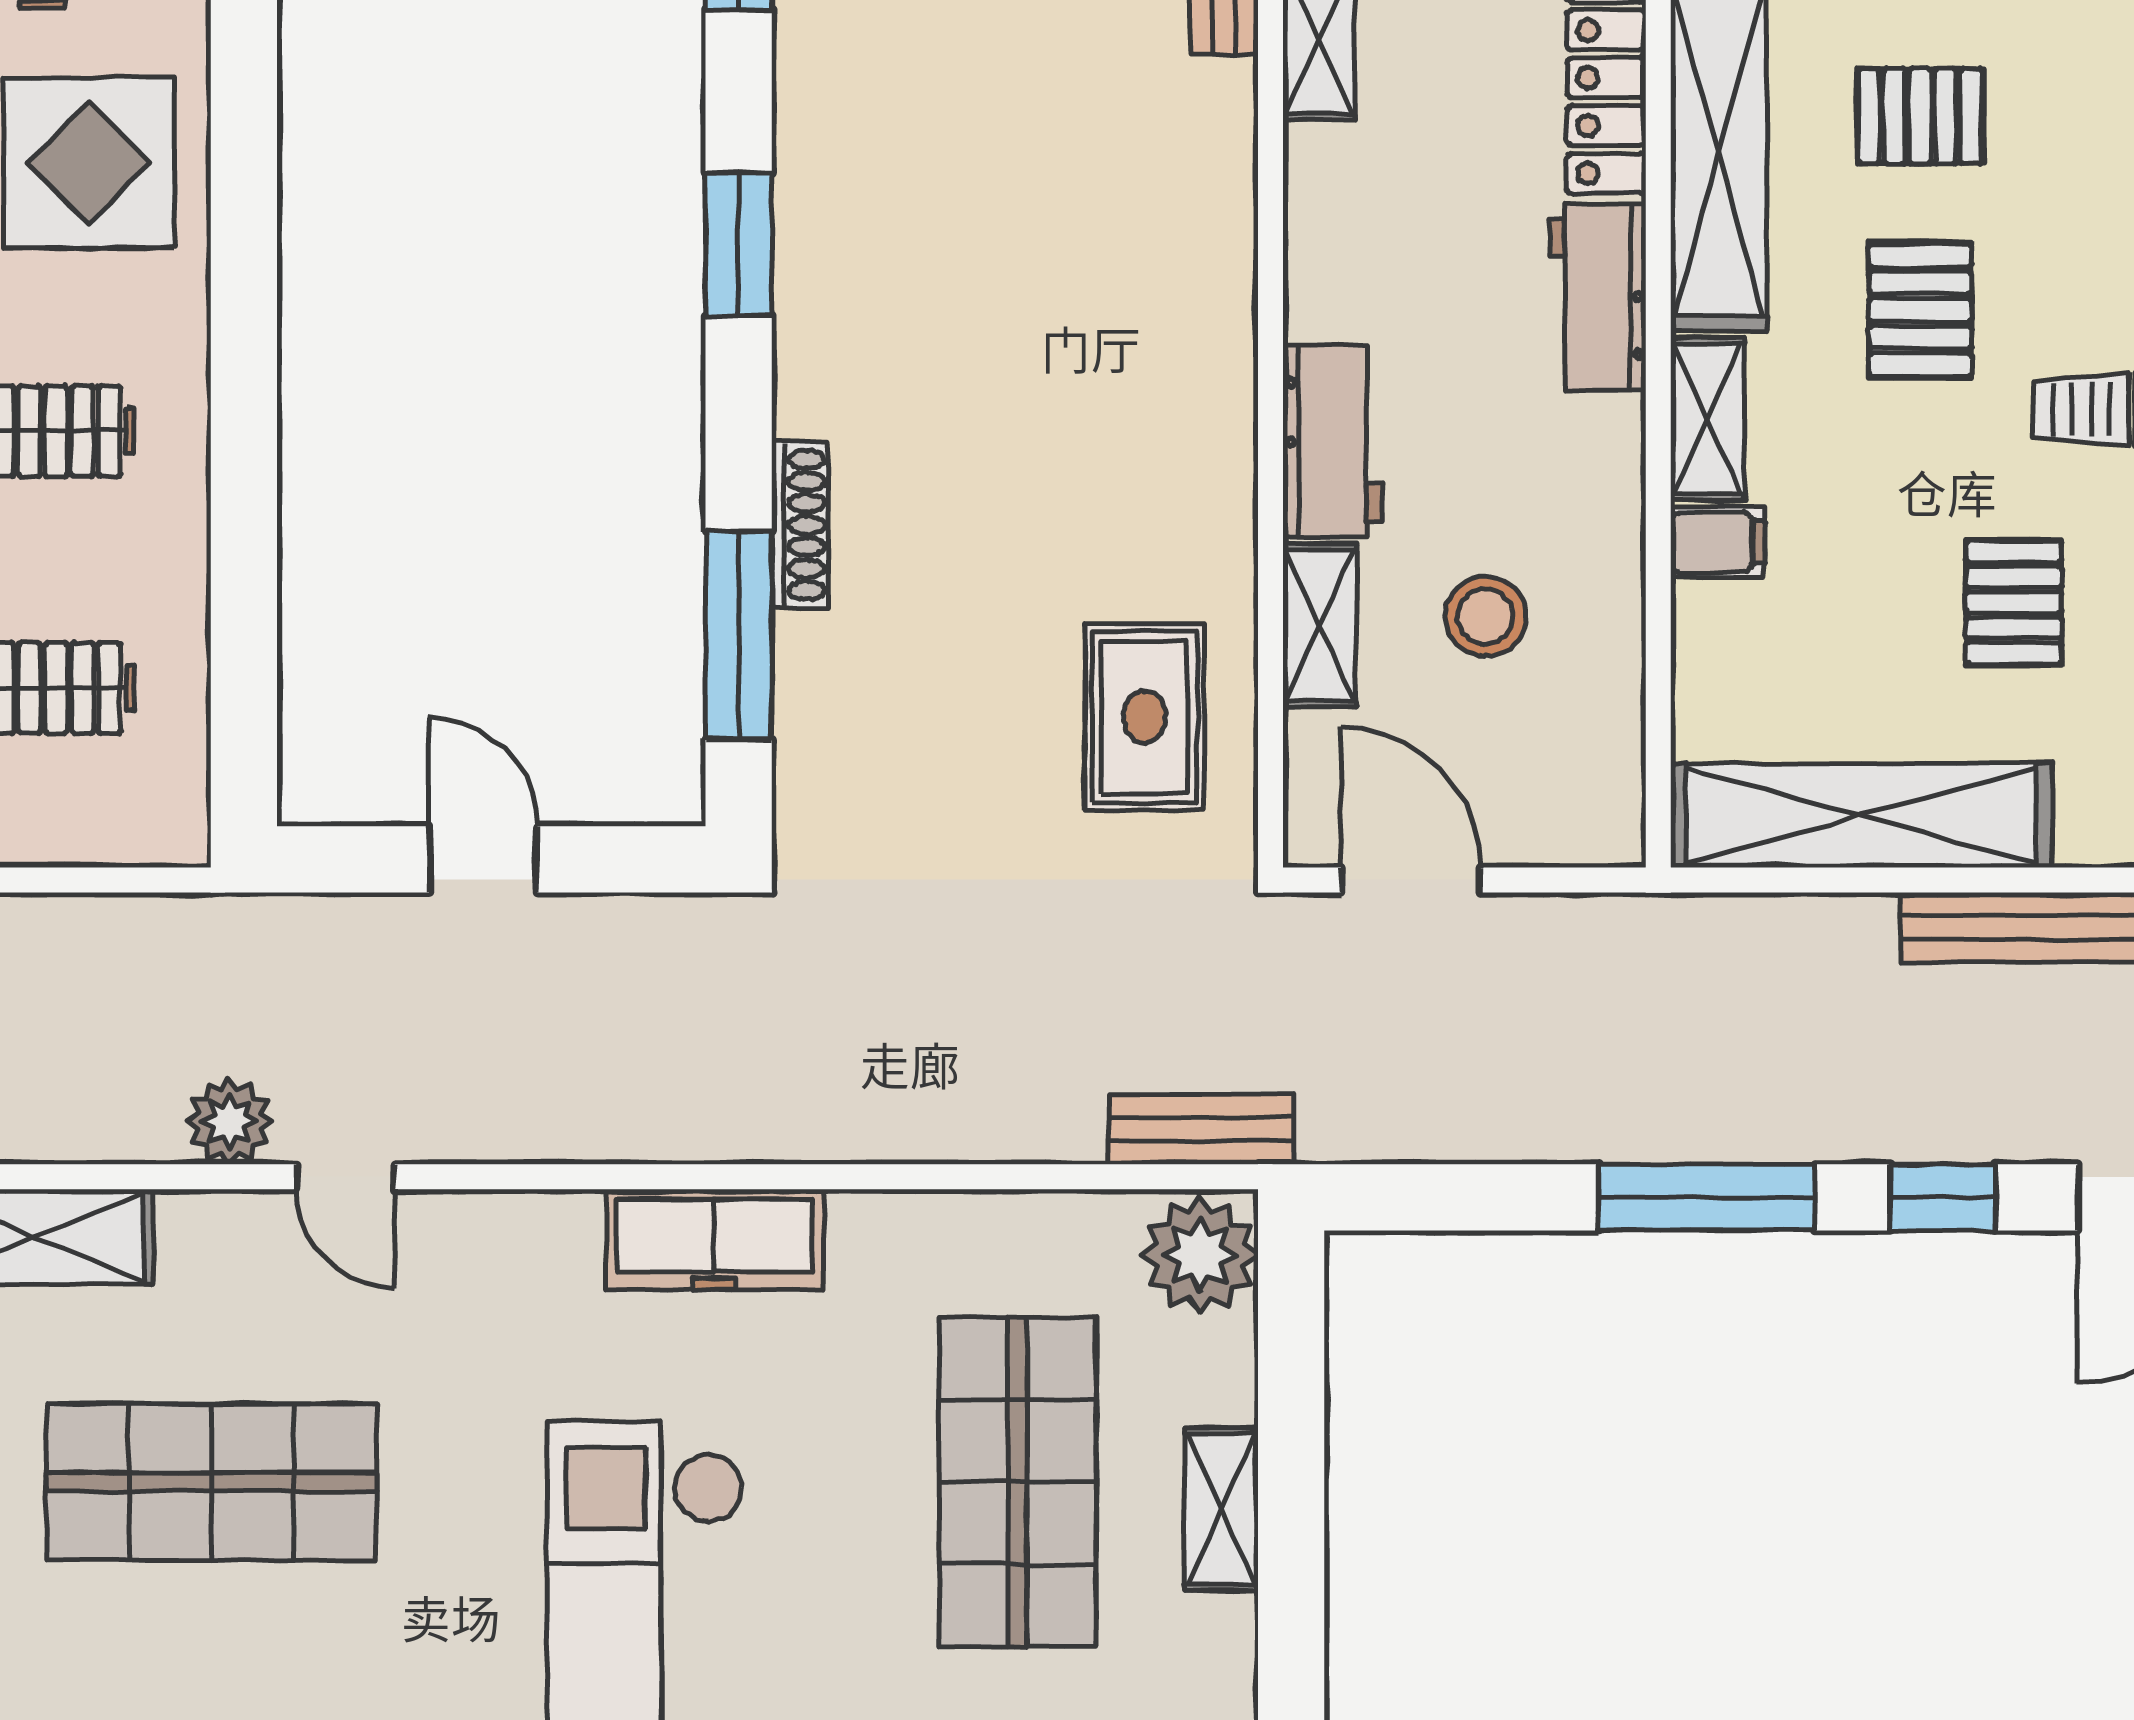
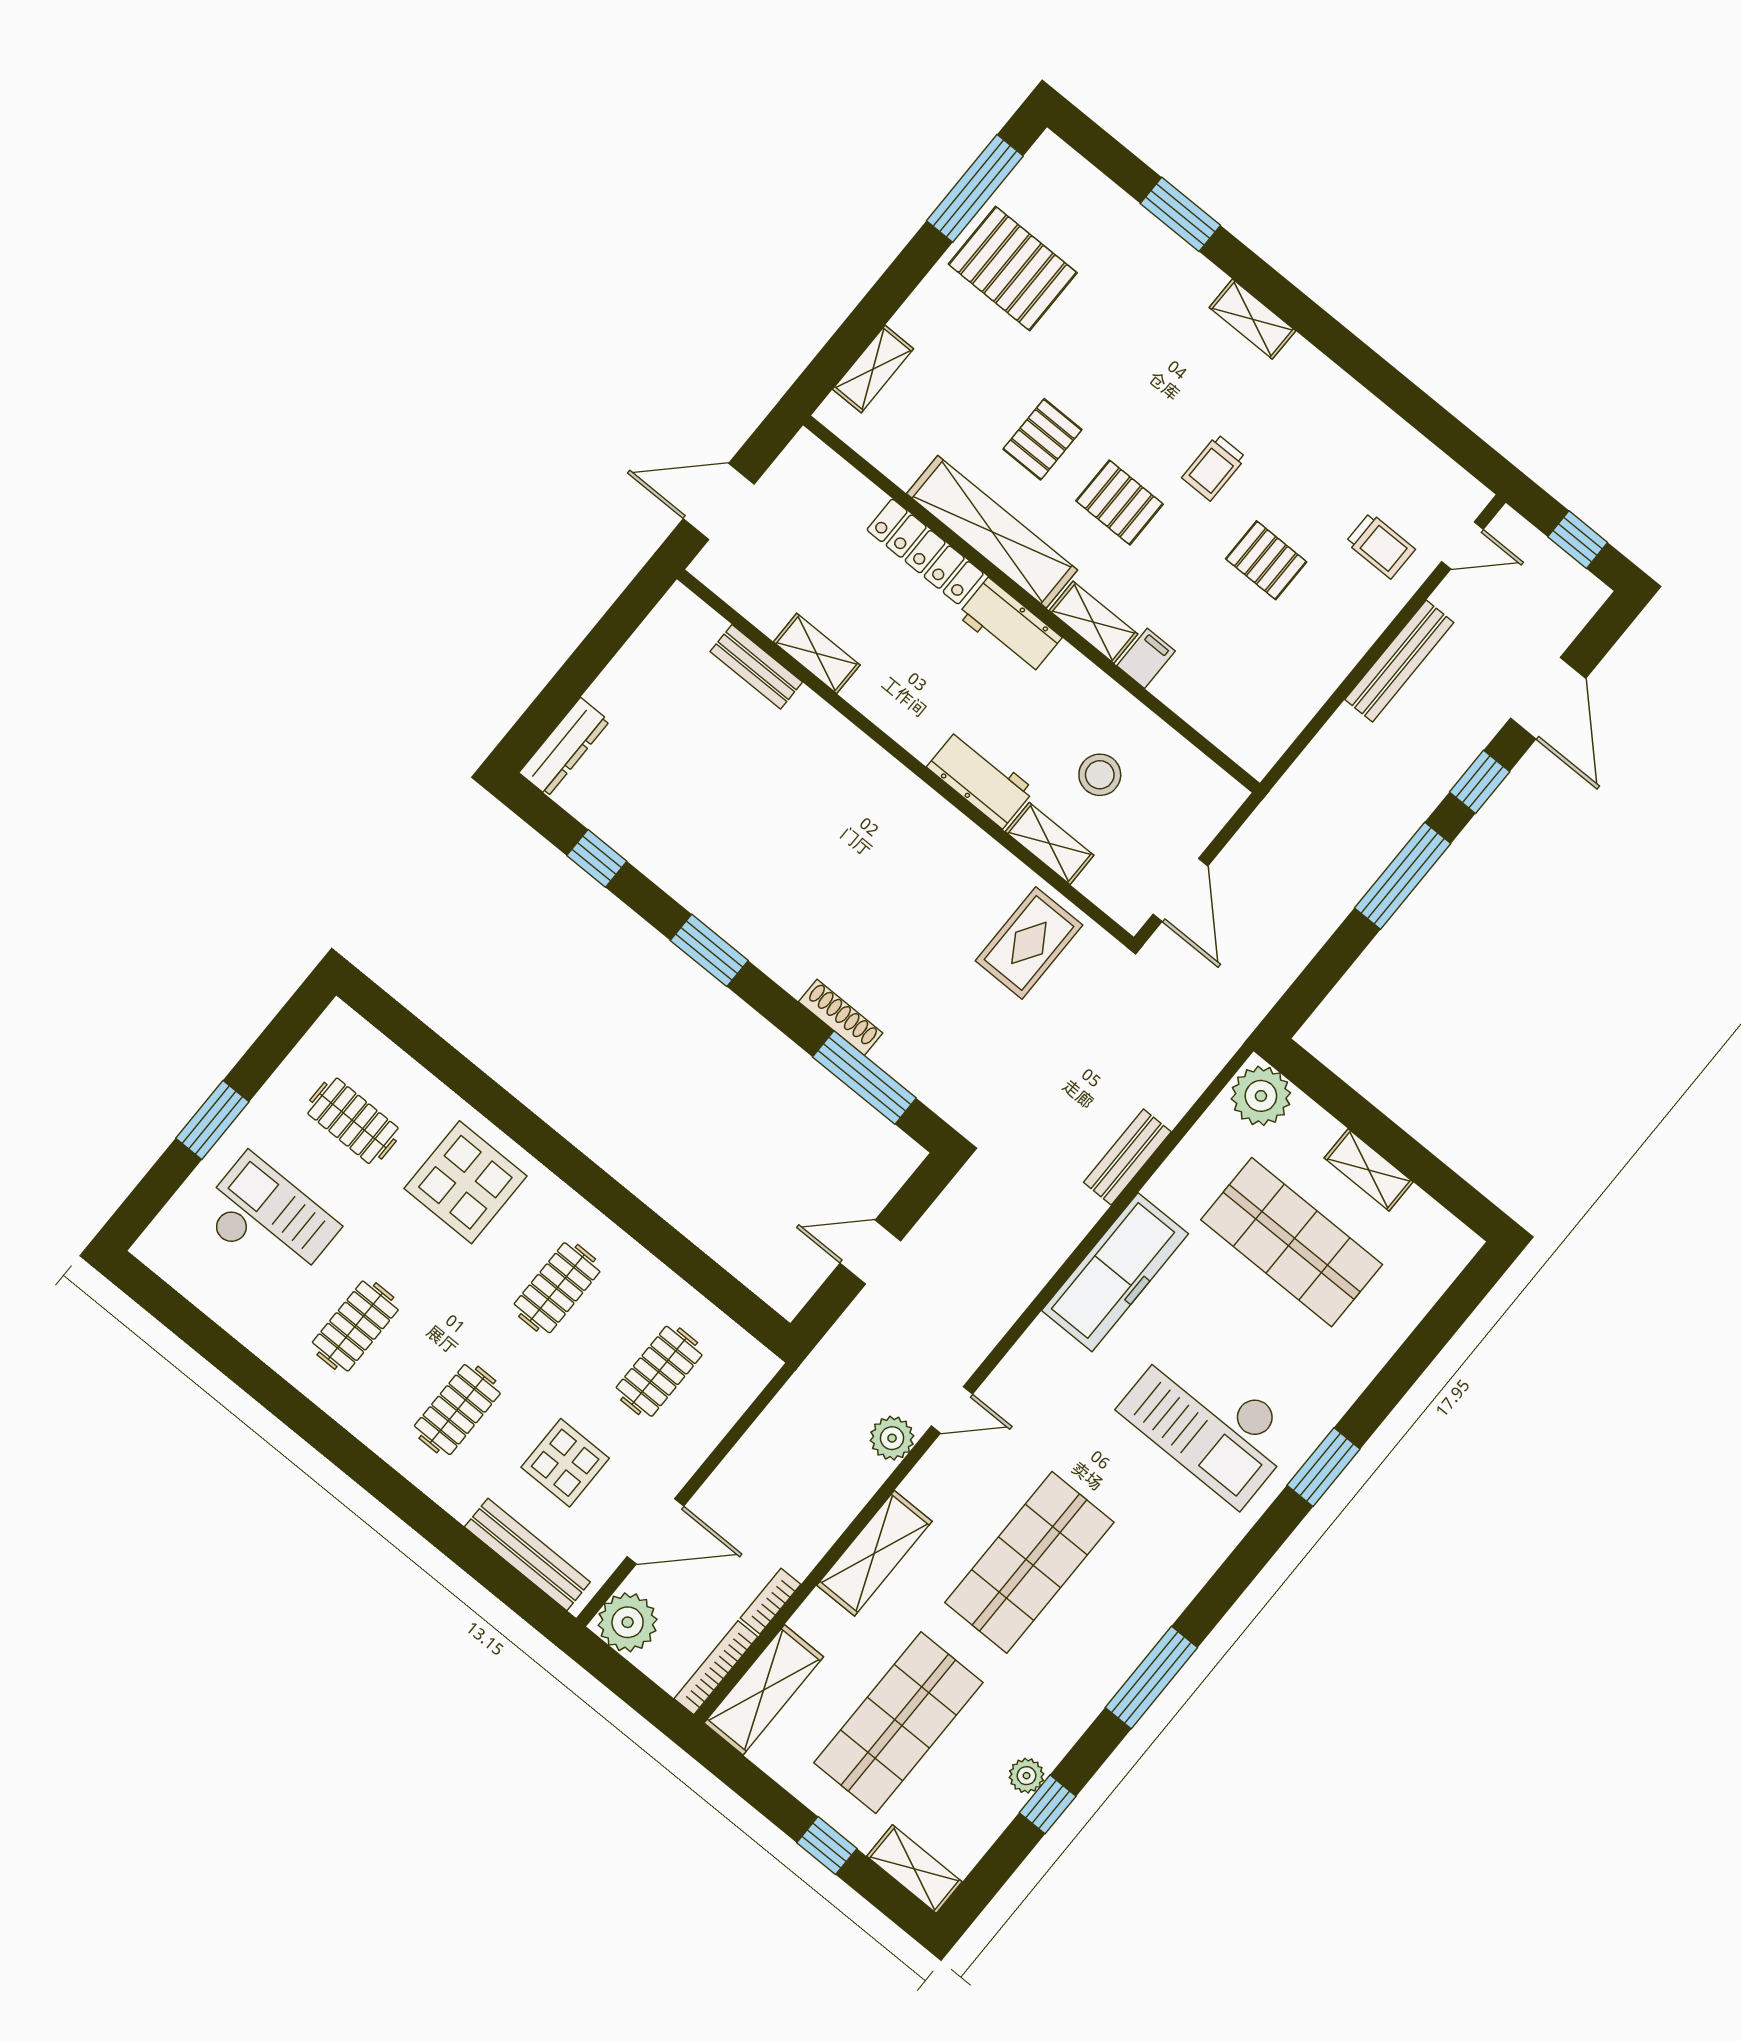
rug: (1144, 717) -> (1029, 943), turned 90
shelving: (1861, 816) -> (1301, 690), removed
door: (1411, 880) -> (1180, 890), swing flipped
bench: (1201, 1129) -> (1127, 1157), moved
freezer: (715, 1240) -> (1115, 1272), width x1.36, depth x1.26

